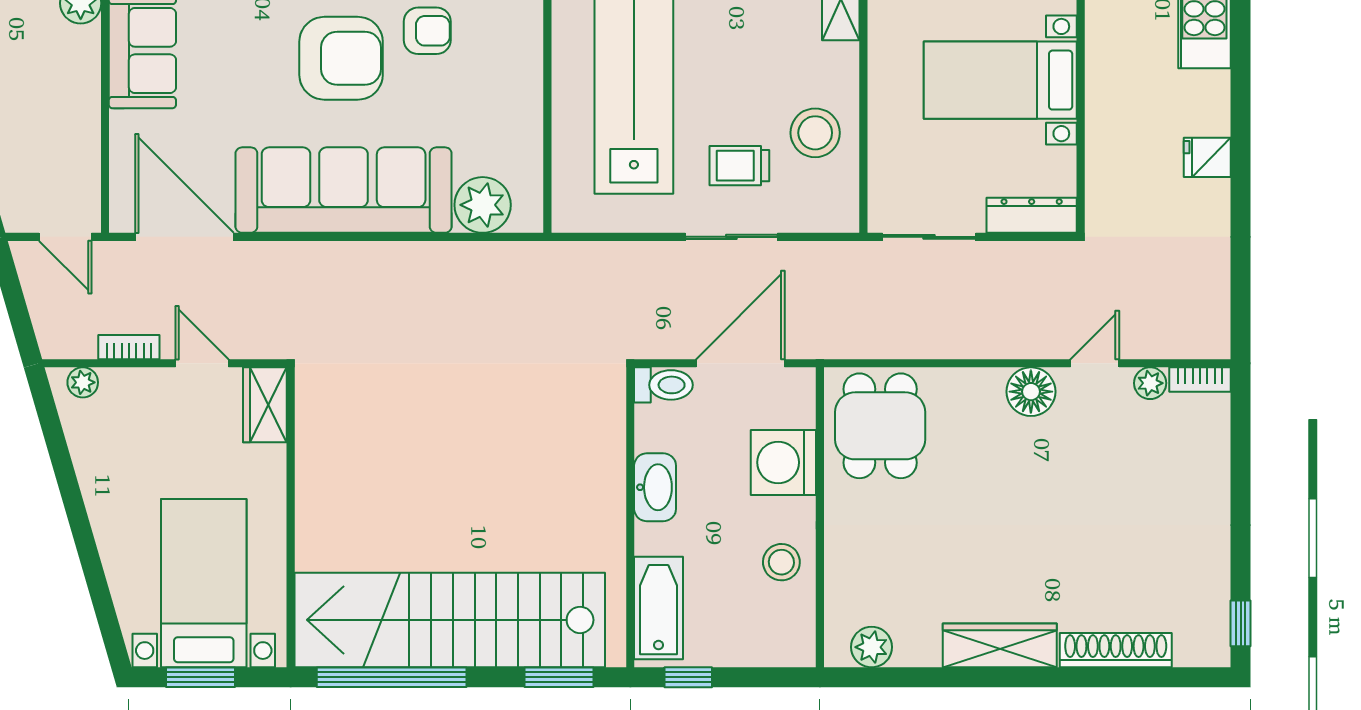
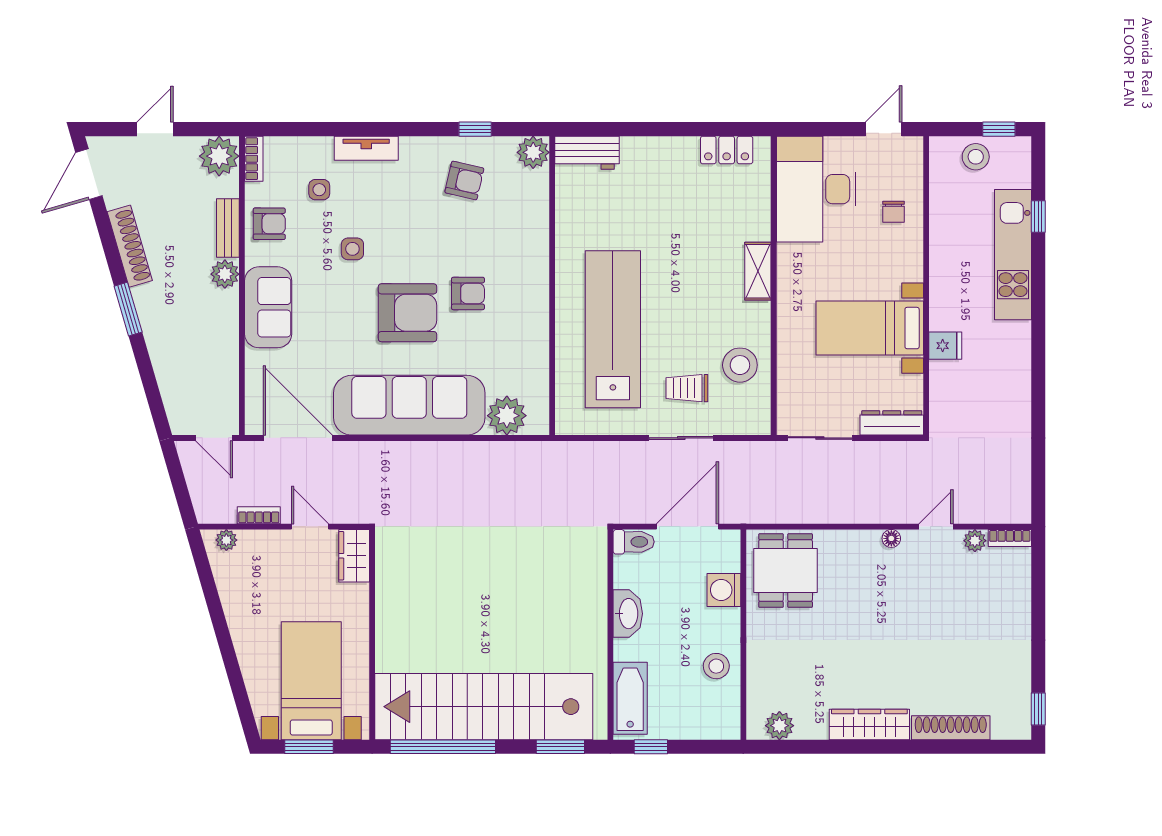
fridge: (1207, 157) -> (945, 346), moved, turned 180
floor lamp: (1031, 392) -> (891, 538), width x0.53, depth x0.53
washing machine: (783, 462) -> (724, 590), width x0.73, depth x0.73

